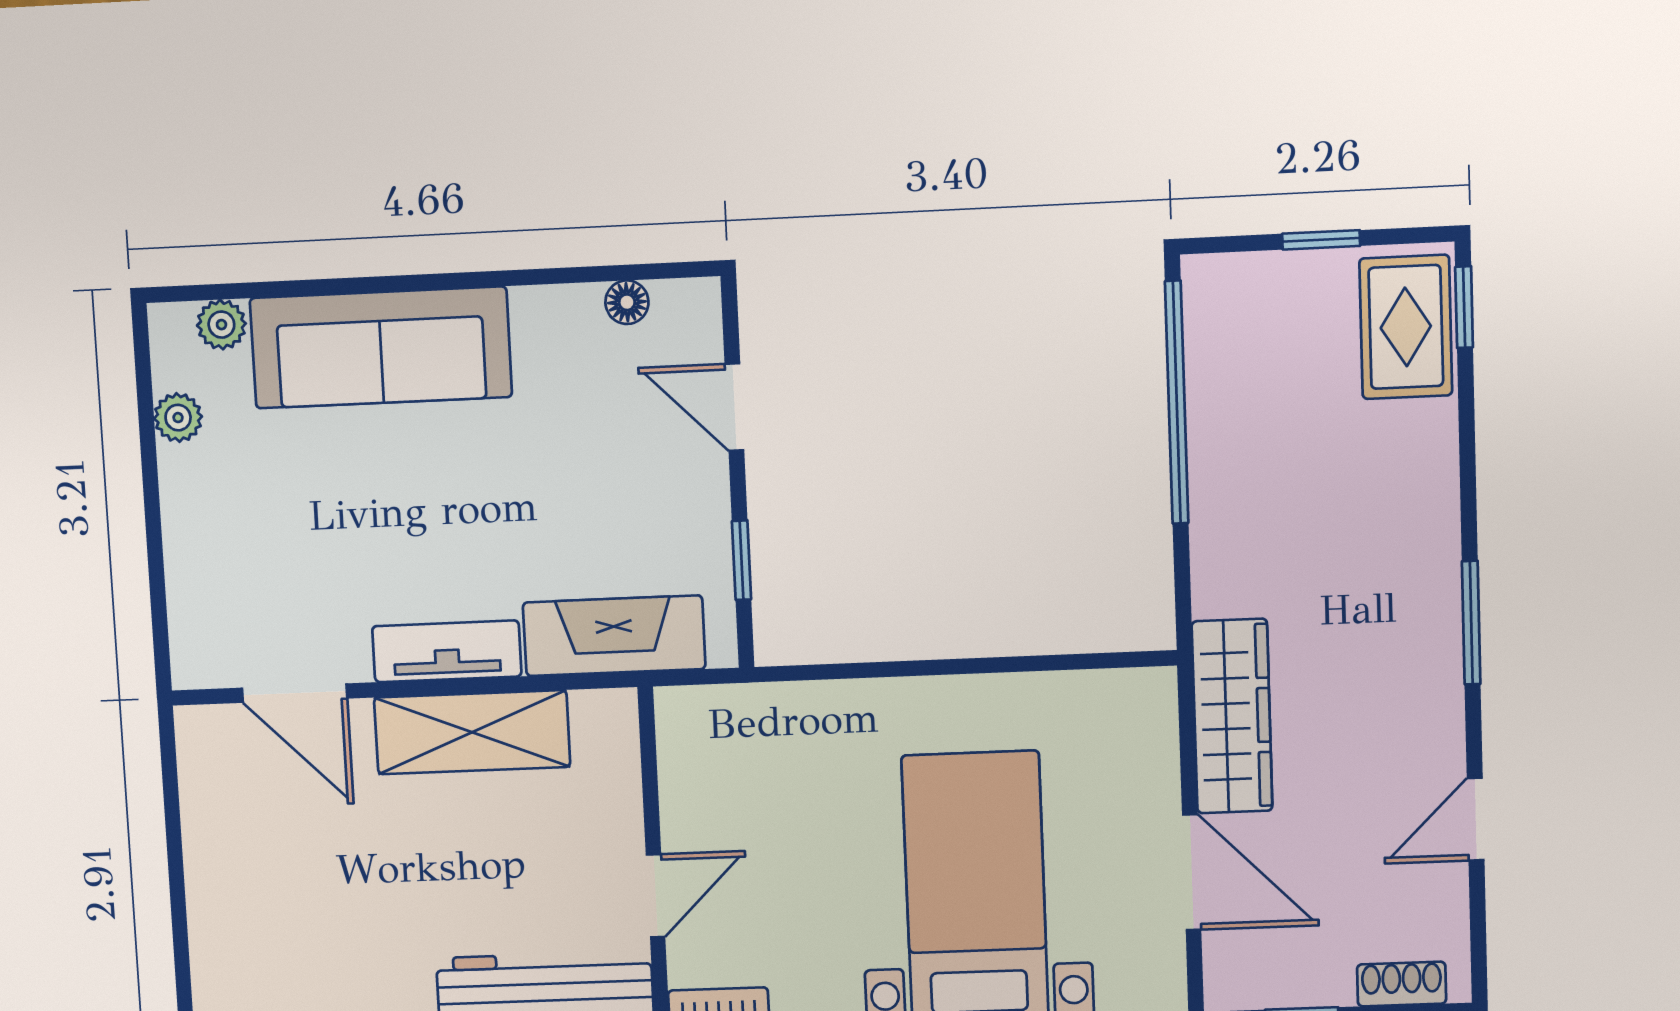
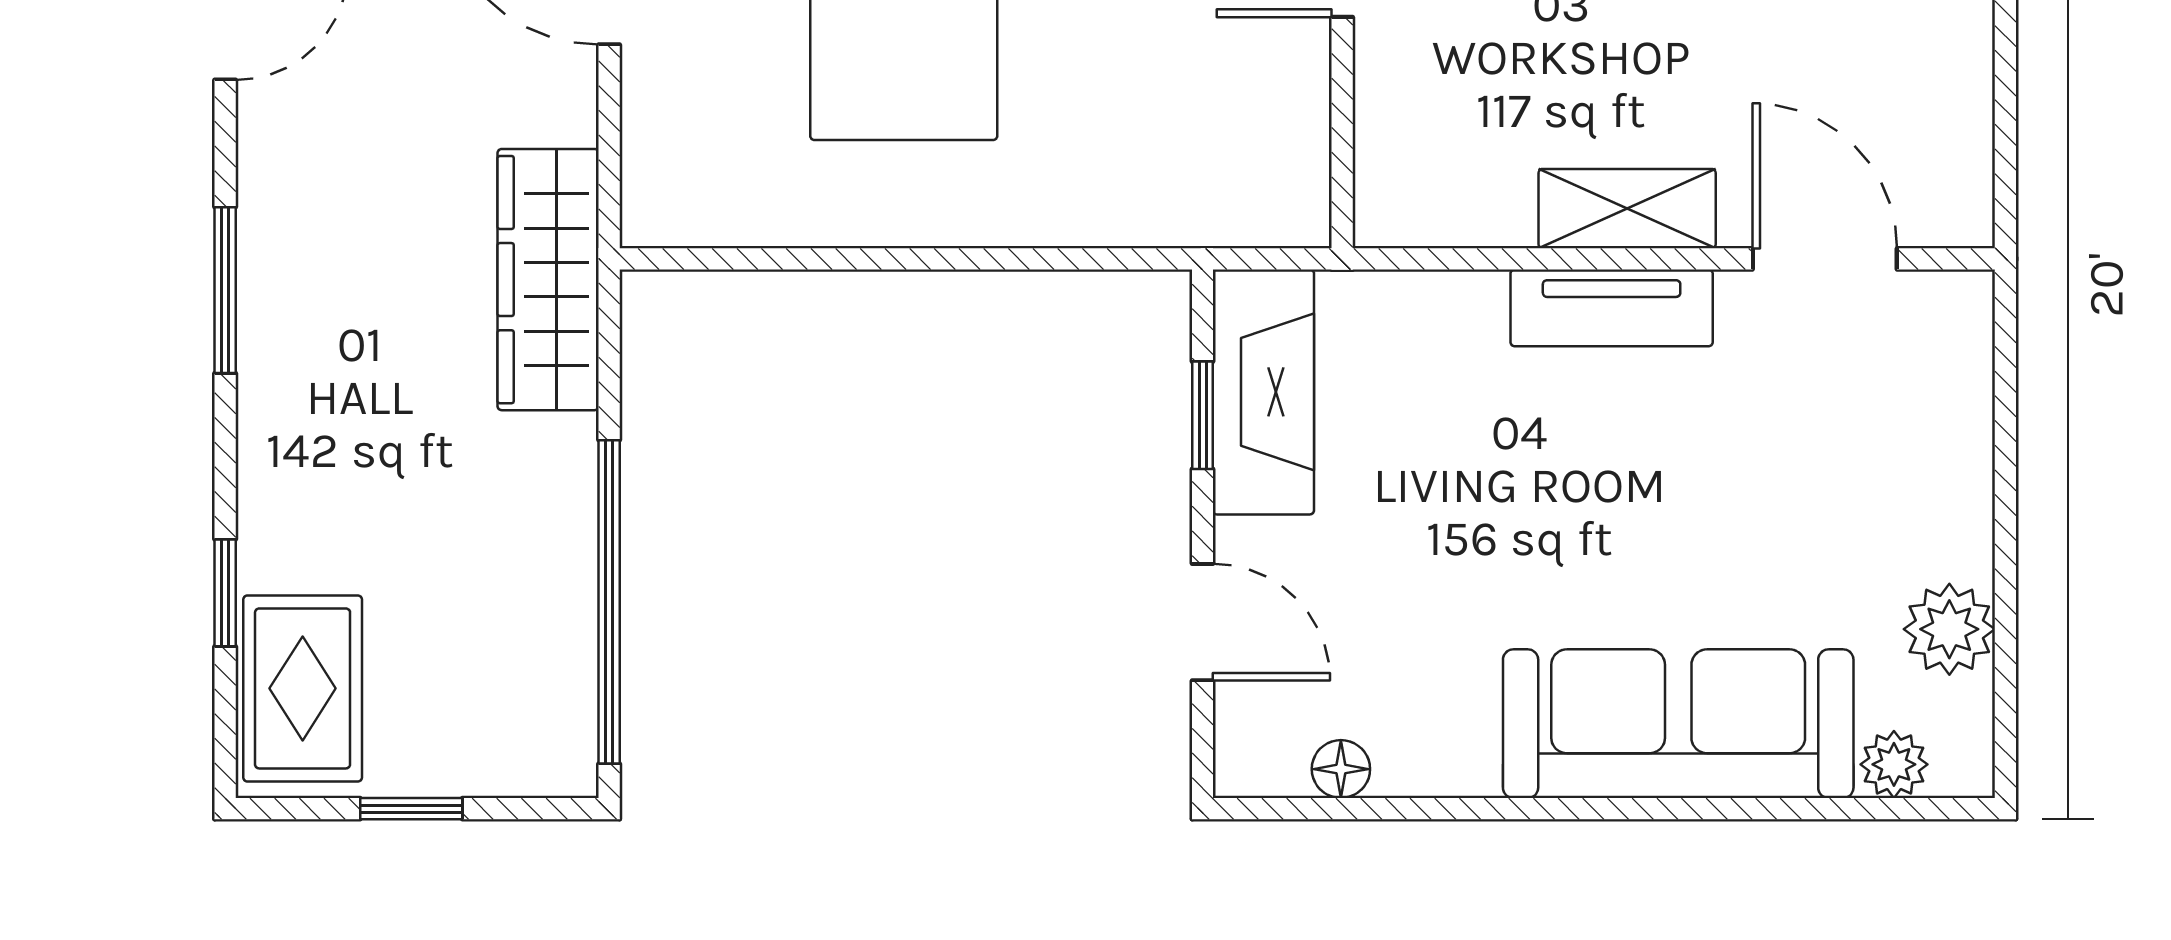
window: (1464, 307) -> (225, 593), moved
plant: (178, 418) -> (1949, 629), width x1.38, depth x1.38
fireplace: (614, 636) -> (1263, 392), moved, turned -90
wardrobe: (1232, 716) -> (548, 280), moved
shelving: (472, 732) -> (1627, 209), width x0.67, depth x0.75

